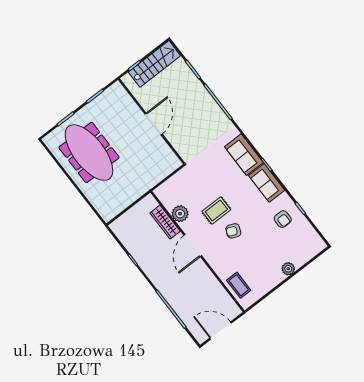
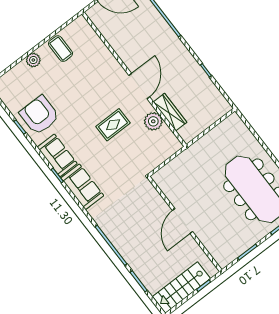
armchair: (283, 219) -> (39, 115), width x1.88, depth x1.88
armchair: (233, 231) -> (94, 102), removed
coffee table: (239, 285) -> (61, 49), moved

